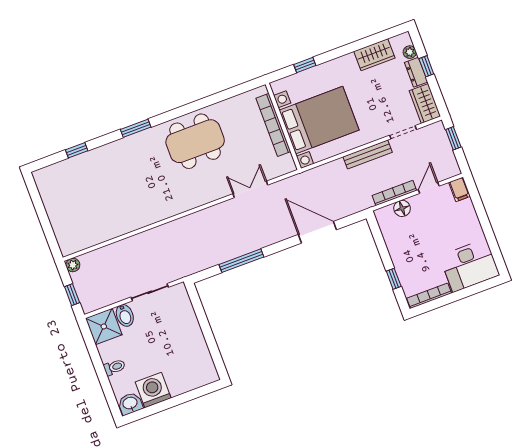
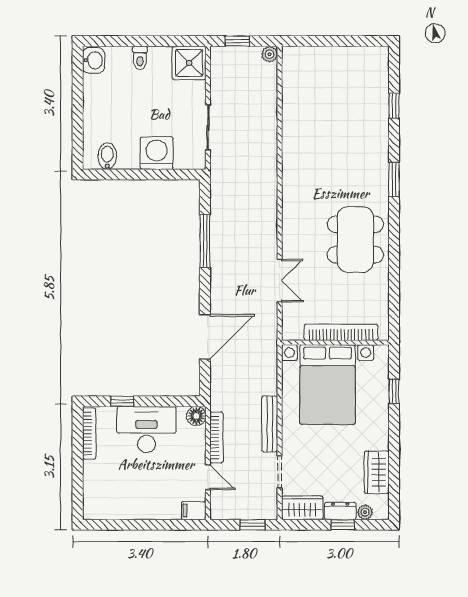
floor lamp: (402, 208) -> (196, 416), moved
desk: (470, 266) -> (146, 429), moved, turned 90
bidet: (125, 315) -> (107, 156), moved, turned 90
washing machine: (153, 390) -> (157, 153), moved, turned -90

